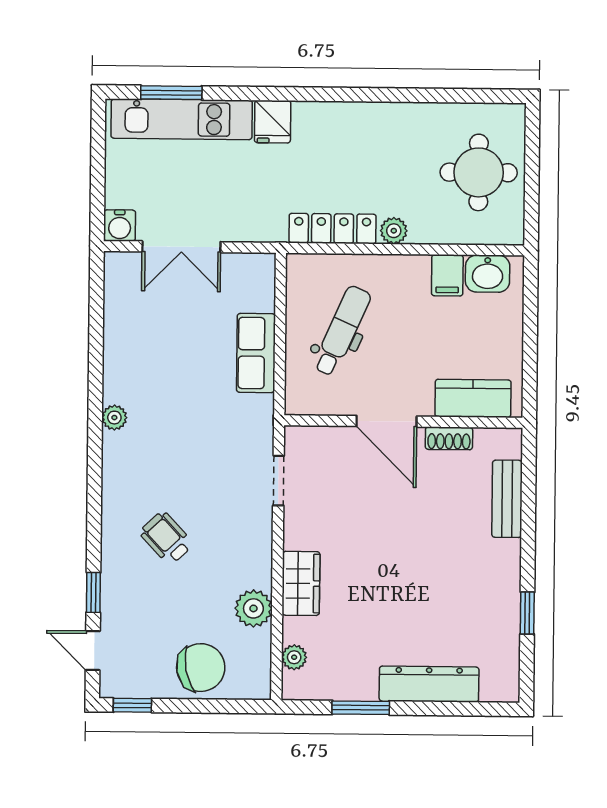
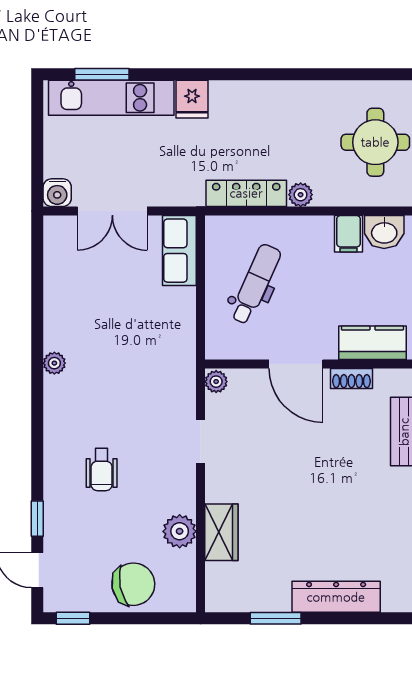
row of seats: (256, 353) -> (179, 251), moved
doorway: (278, 481) -> (201, 442), moved
wheelchair: (166, 538) -> (102, 470), turned -137
wardrobe: (301, 583) -> (221, 532), moved
plant: (294, 657) -> (216, 382), moved

